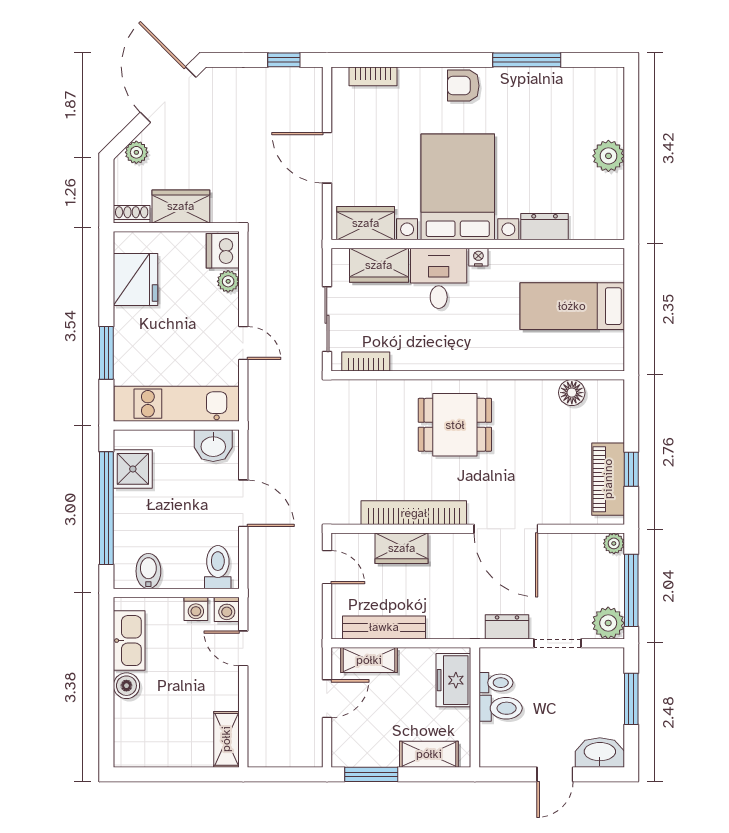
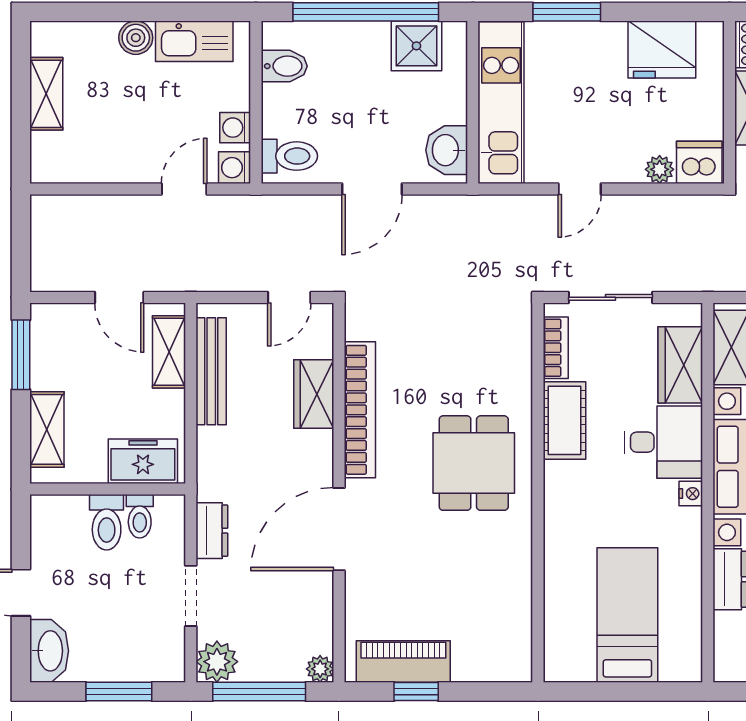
cot: (422, 355) -> (564, 420), added
floor lamp: (572, 393) -> (515, 614), removed
shelving: (226, 739) -> (46, 94), moved, turned 90

